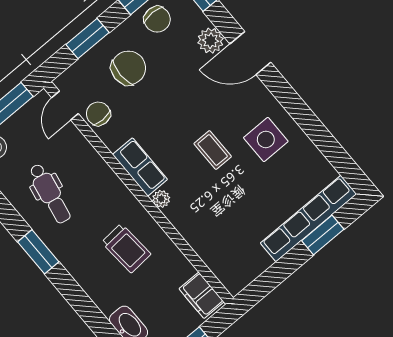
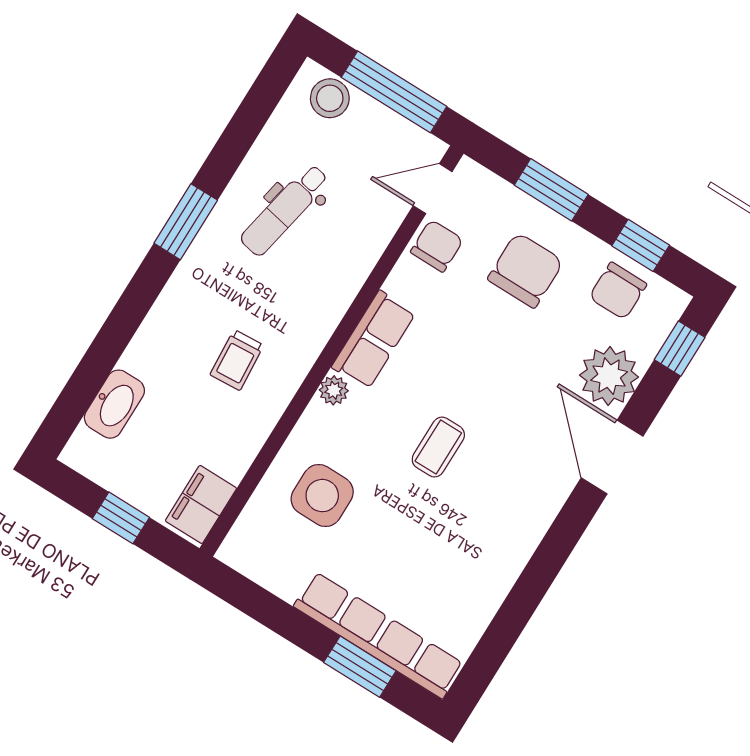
plant: (211, 41) -> (609, 376), width x1.36, depth x1.36
chair: (128, 68) -> (525, 270), turned -90
side table: (266, 139) -> (322, 496), moved
trolley: (126, 248) -> (237, 360), width x0.73, depth x0.72

